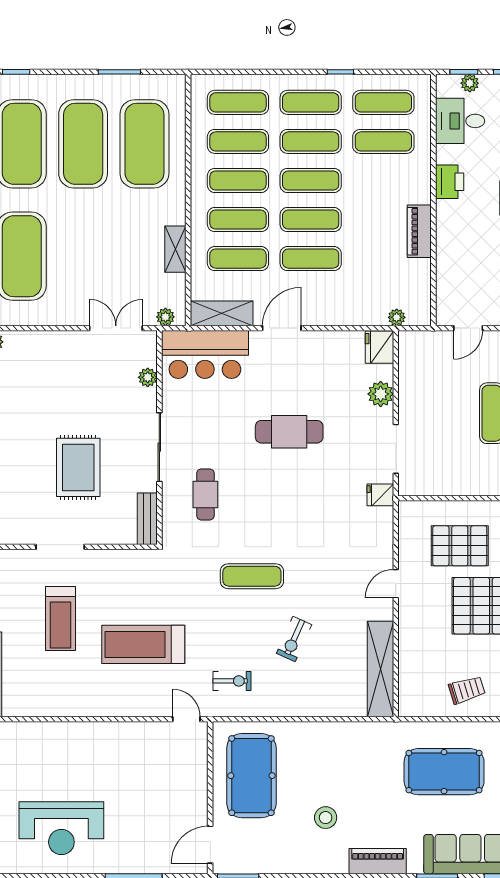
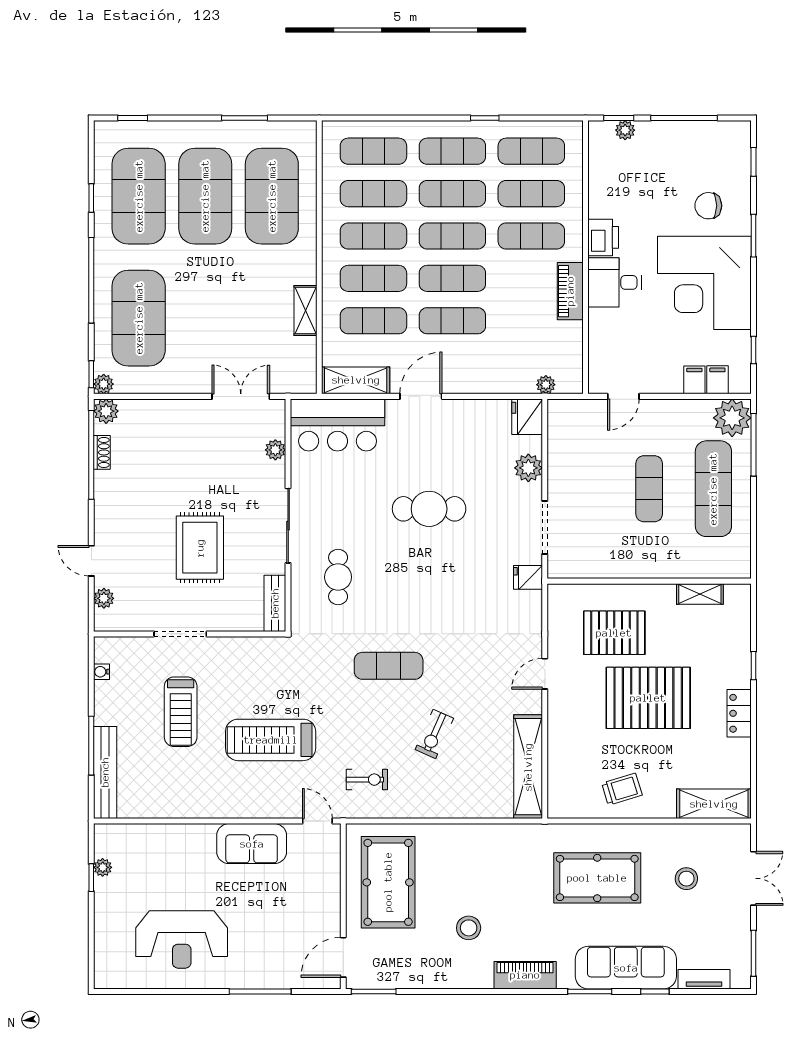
desk: (460, 121) -> (615, 282), moved
exercise mat: (383, 180) -> (531, 236), added
plant: (165, 317) -> (295, 384), removed
sofa: (126, 740) -> (252, 844), added

